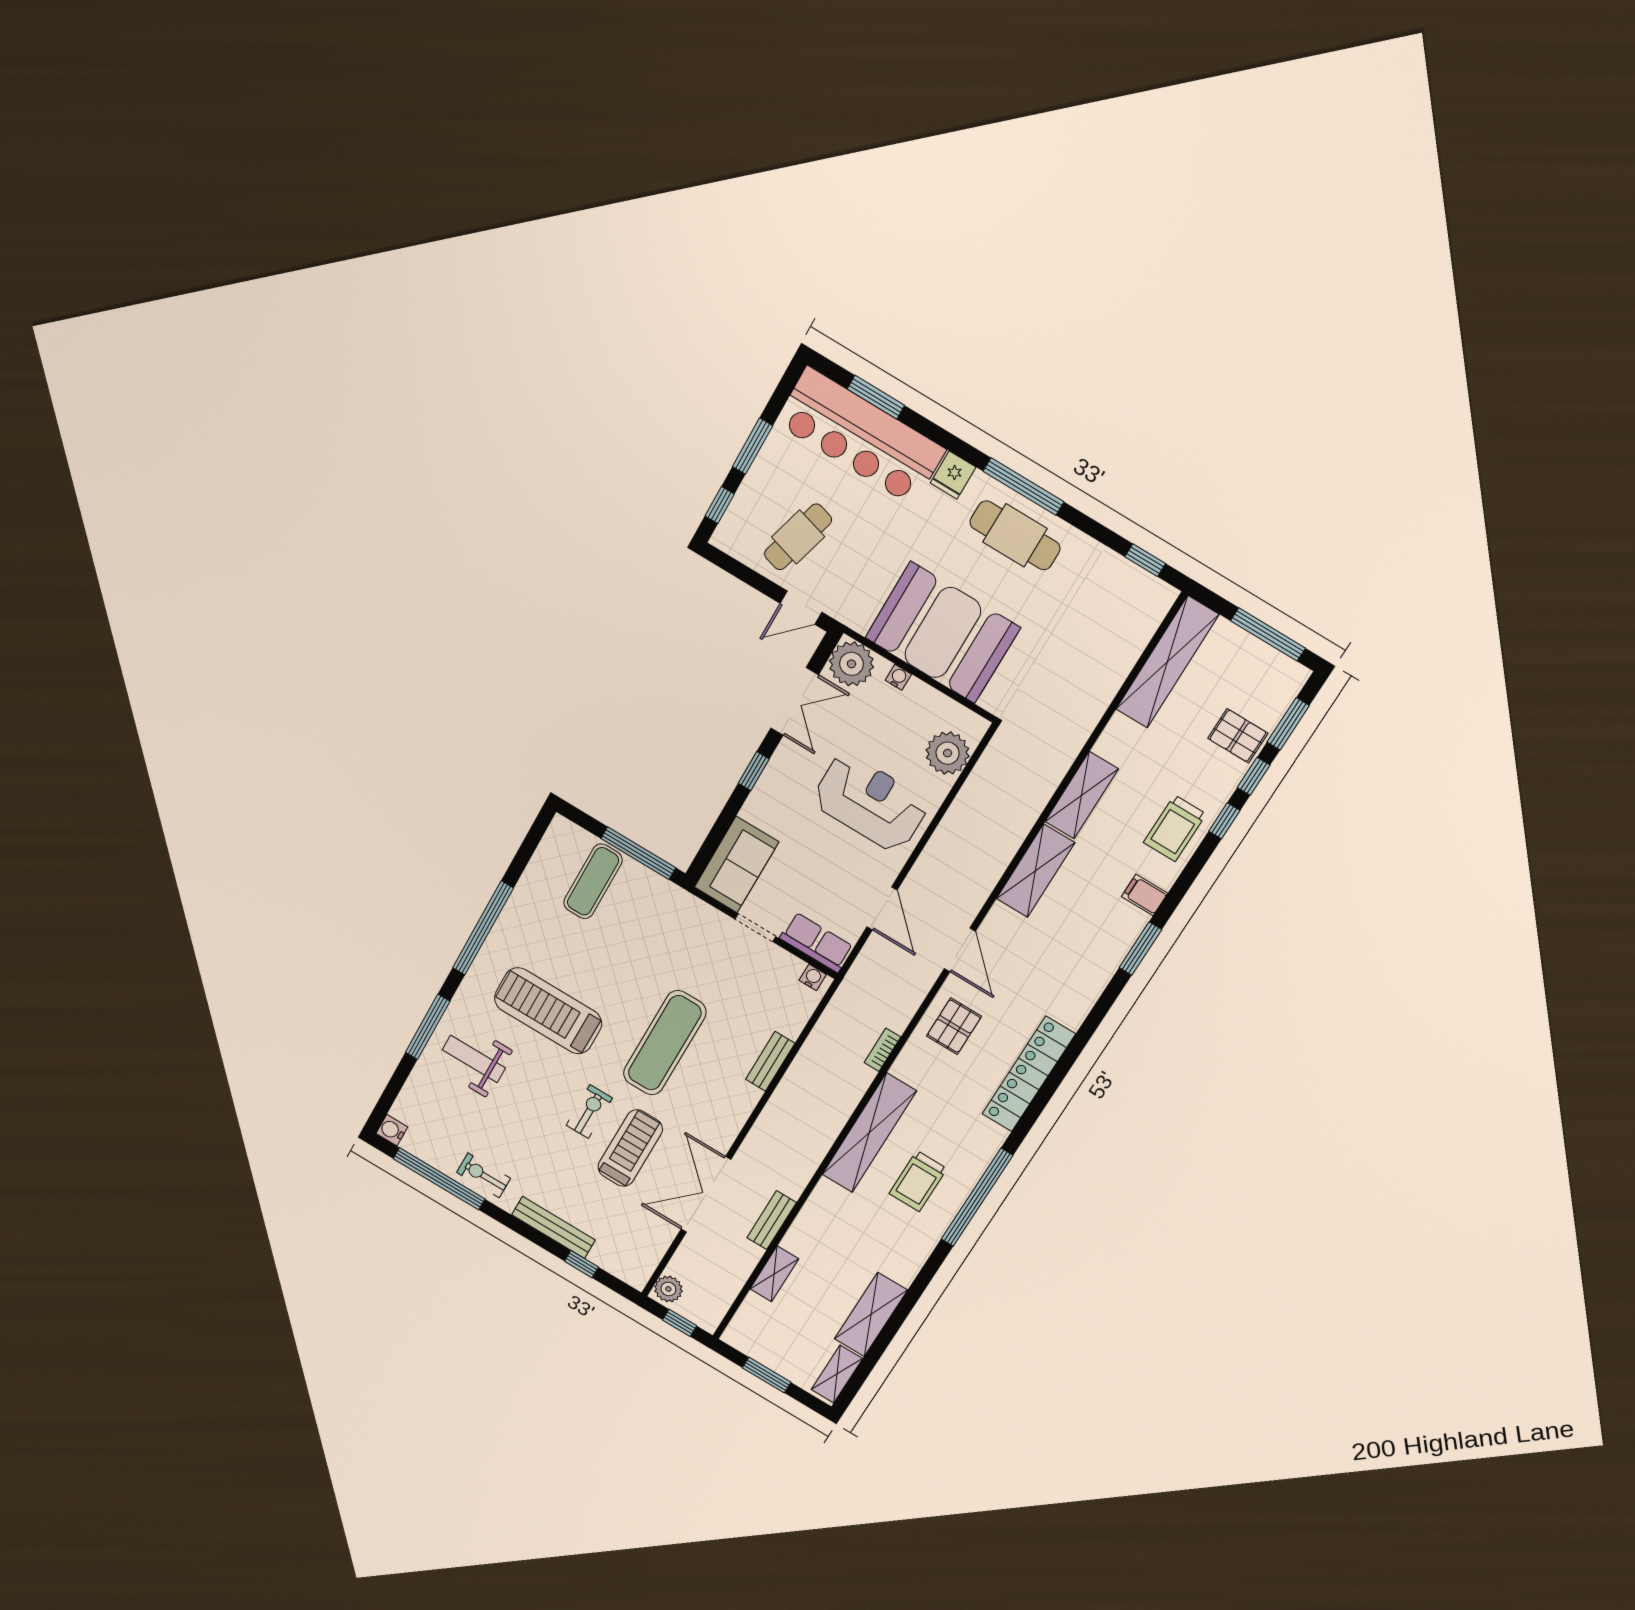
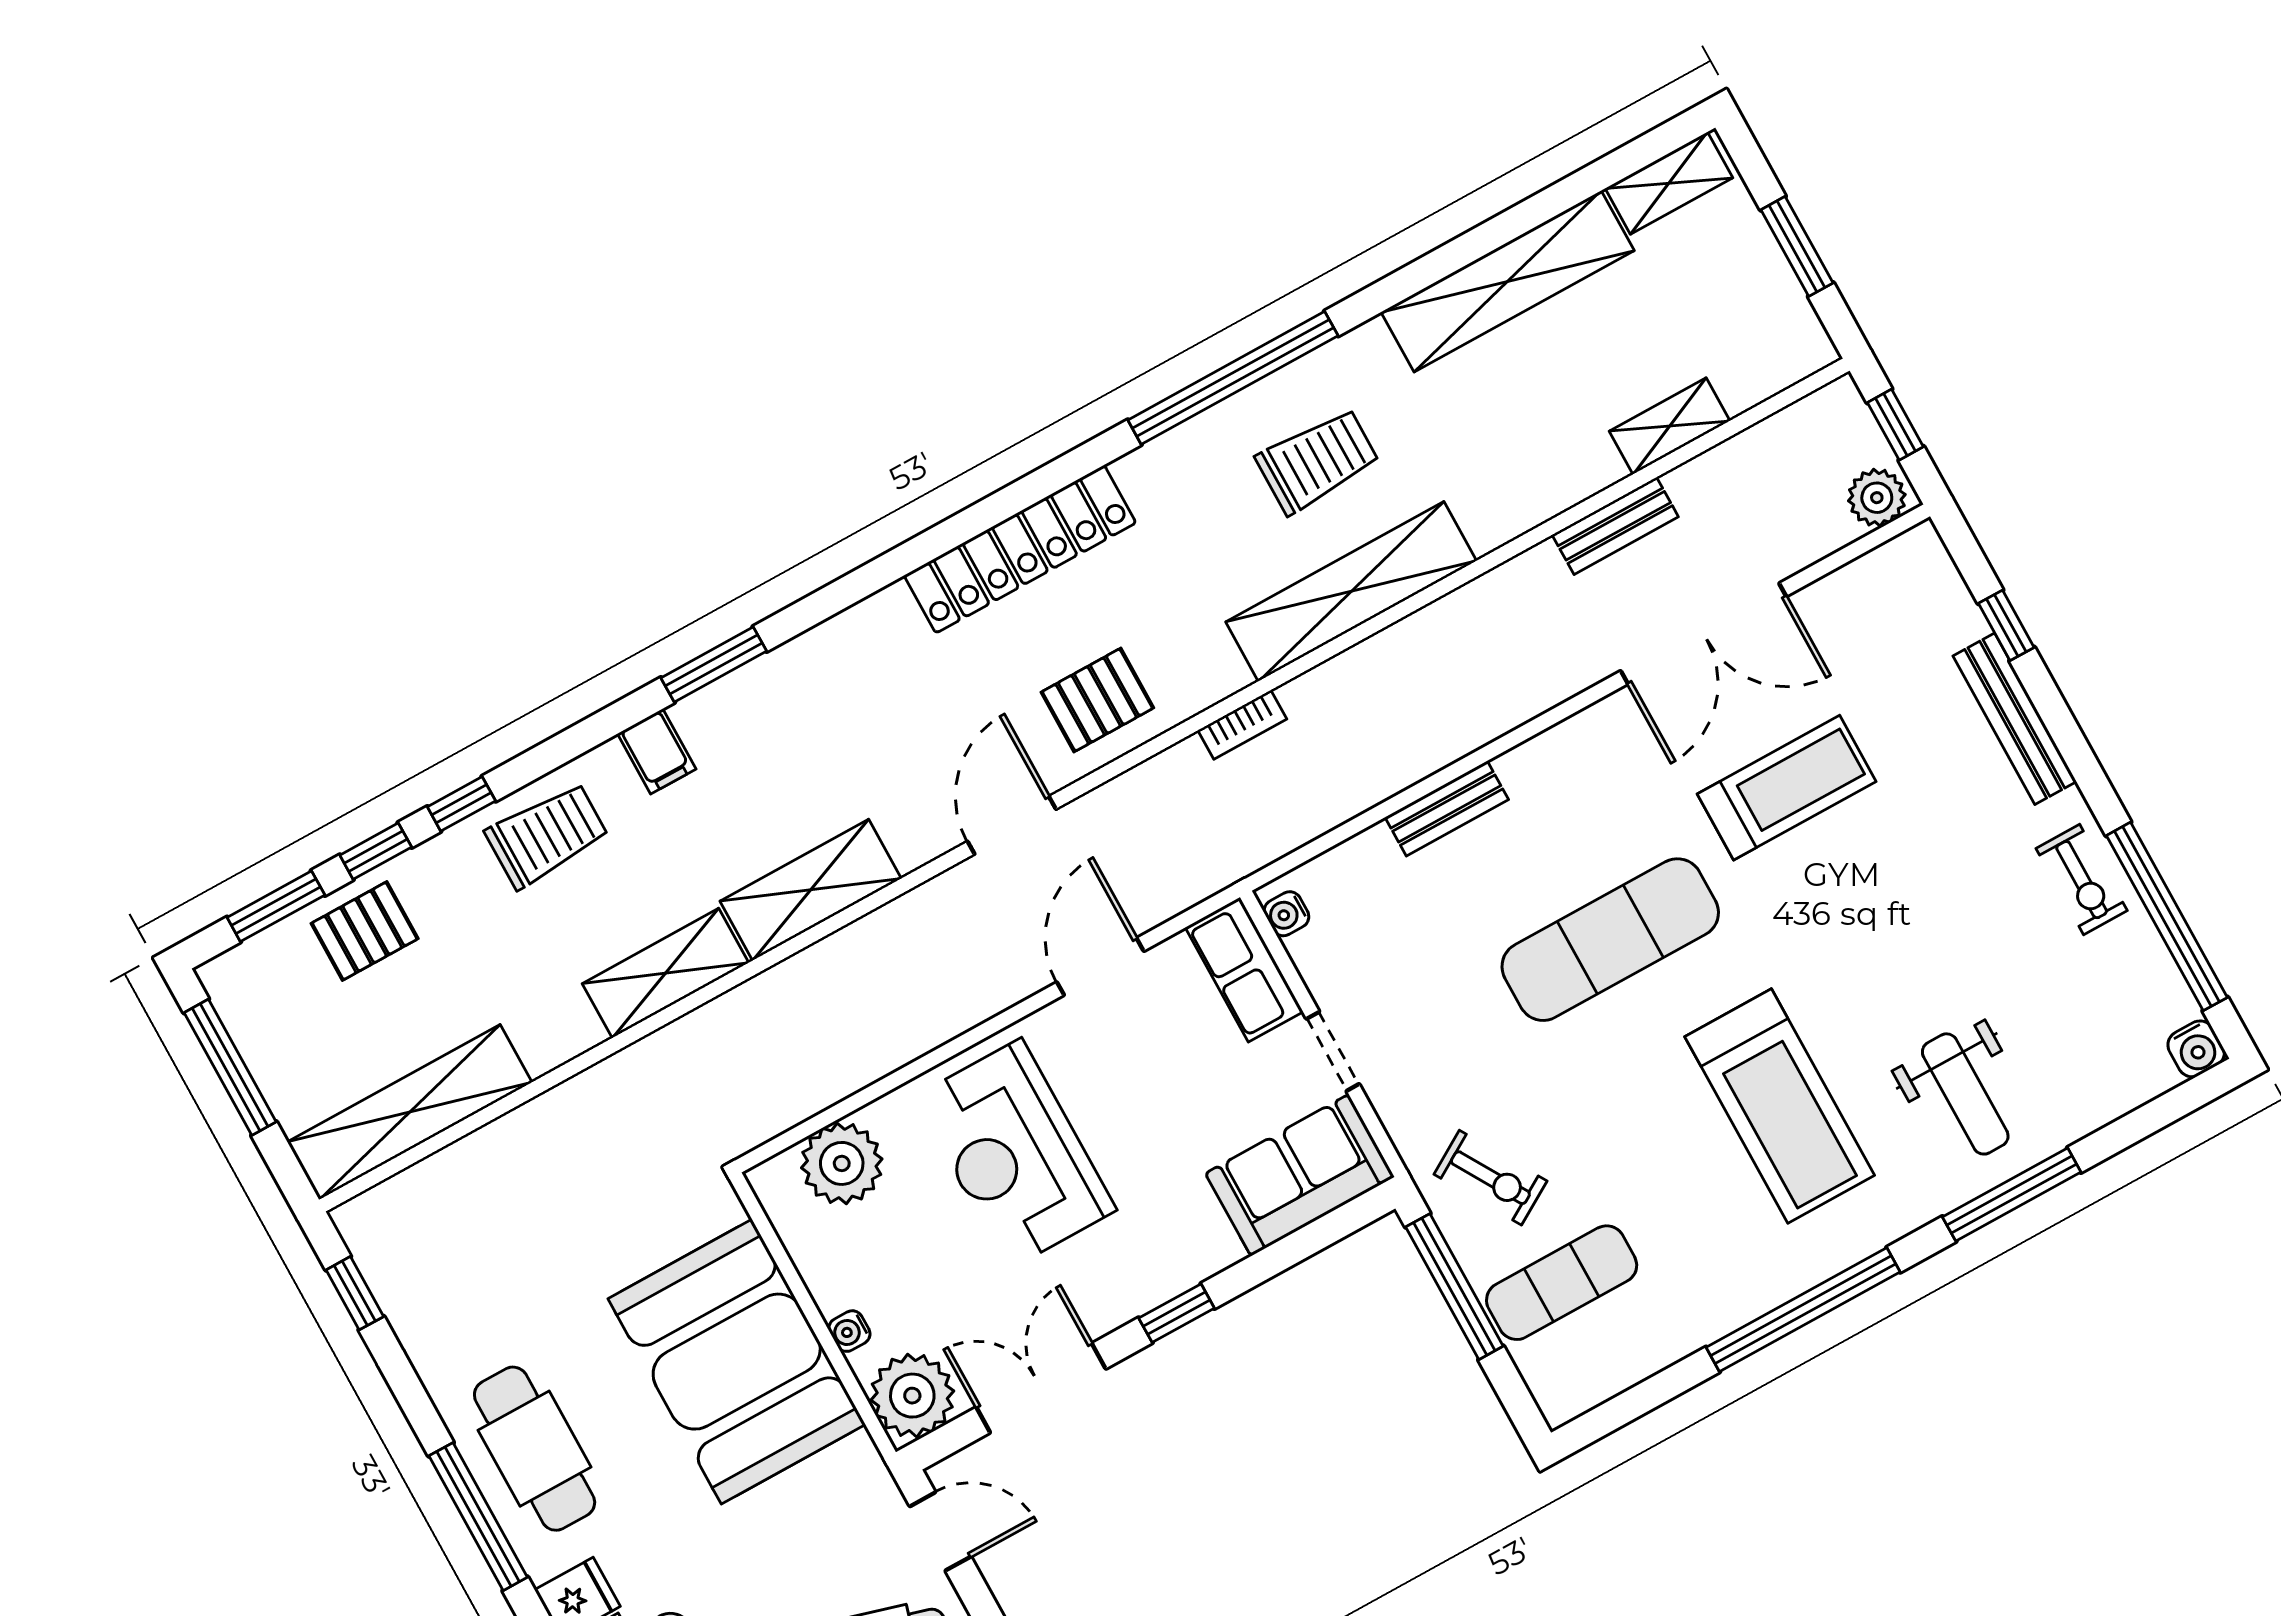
pallet: (1238, 736) -> (365, 931), turned 90
exercise bike: (589, 1112) -> (1490, 1178), moved, turned -121
treadmill: (630, 1148) -> (1787, 788), turned 180
shelving: (871, 1315) -> (1508, 281), width x1.47

